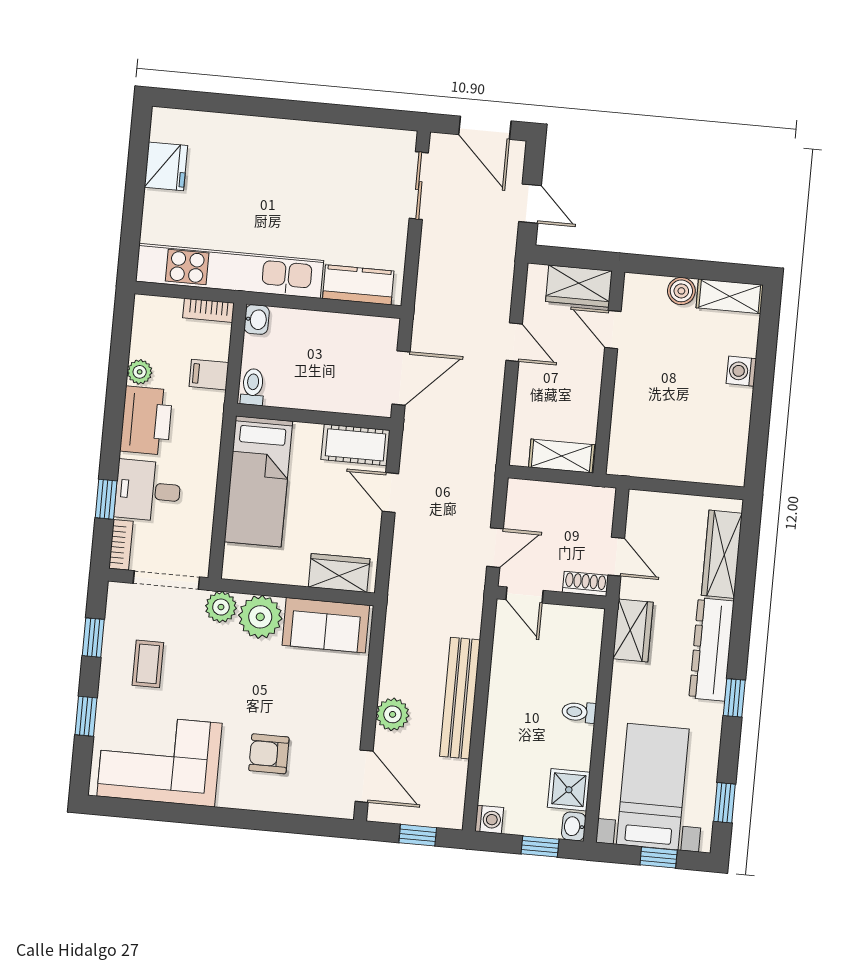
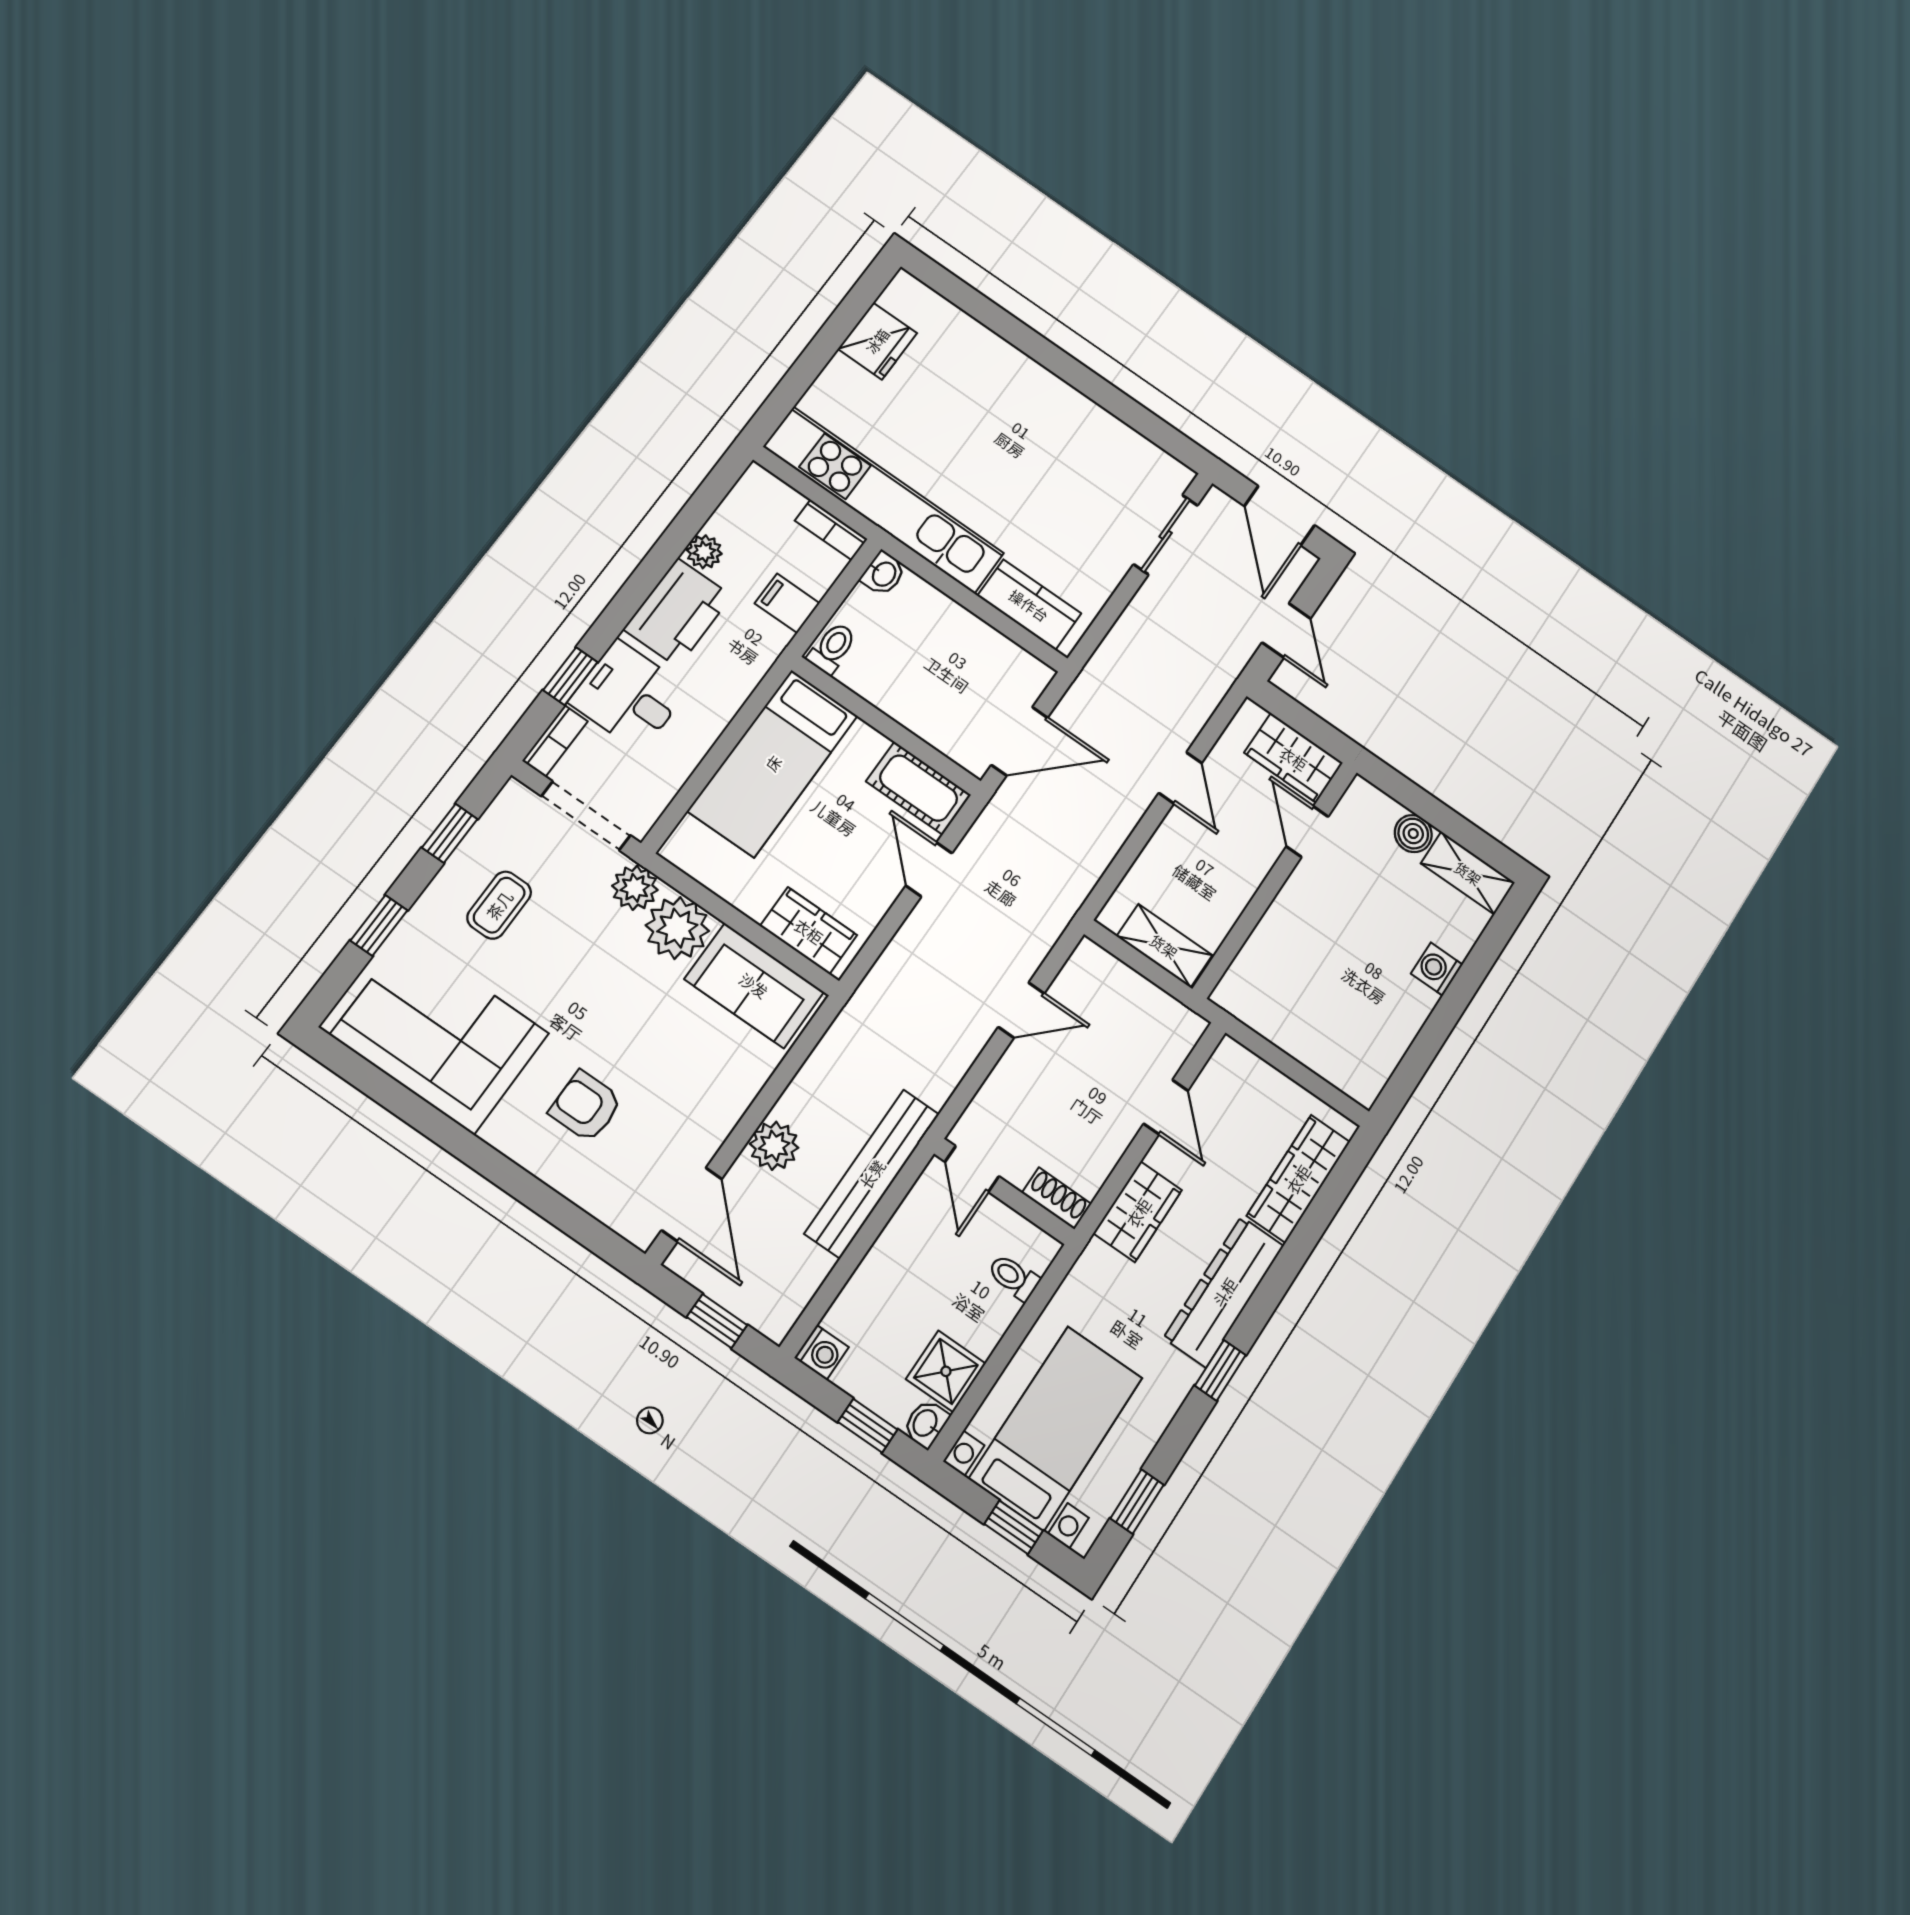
shoe rack: (585, 584) -> (1057, 1198), moved
door: (525, 595) -> (972, 1169), moved
wall: (551, 597) -> (1004, 1192), moved

